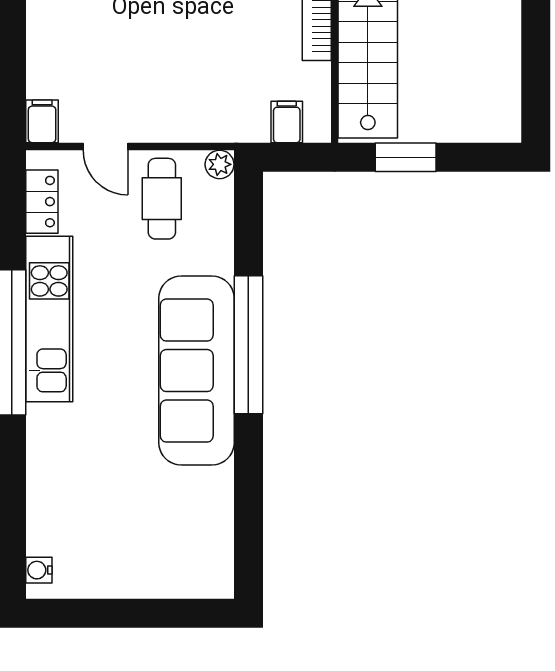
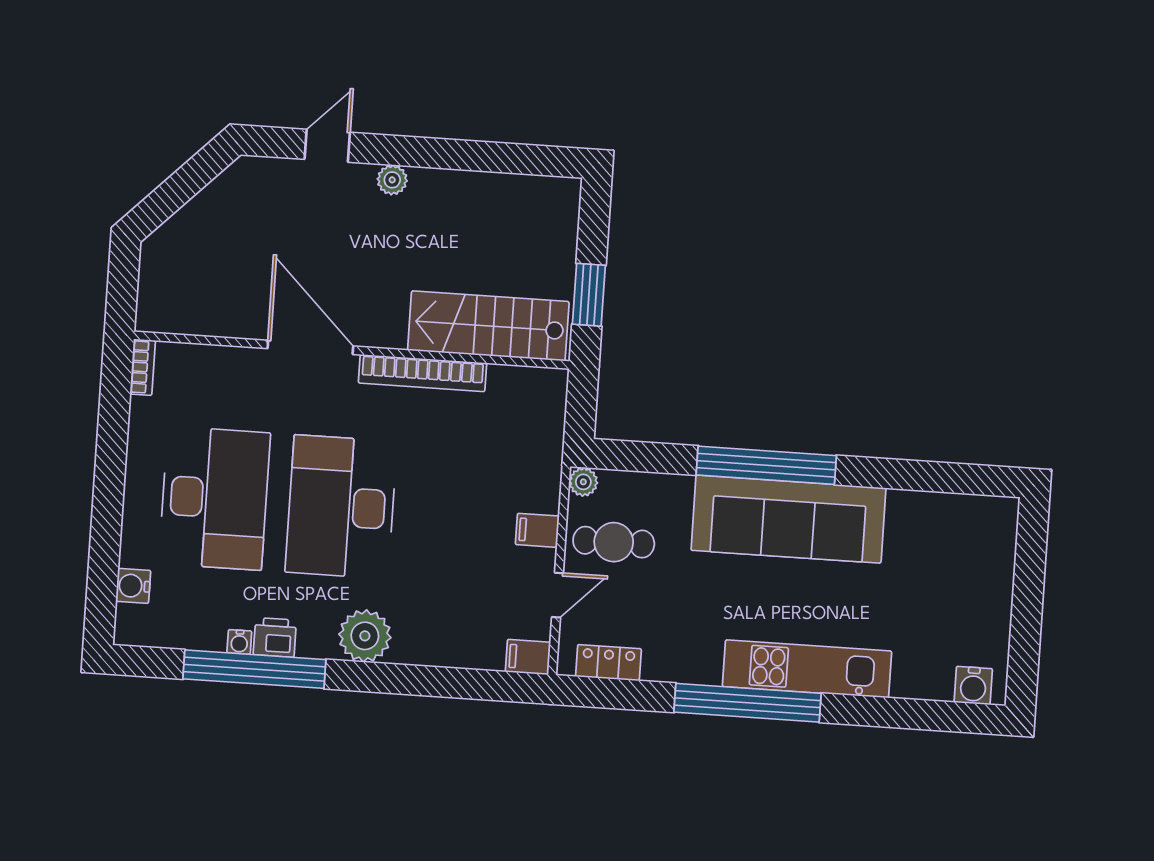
filing cabinet: (287, 122) -> (537, 530), moved
kitchen unit: (49, 319) -> (807, 669), moved
water cooler: (39, 570) -> (973, 686), width x1.38, depth x1.38

